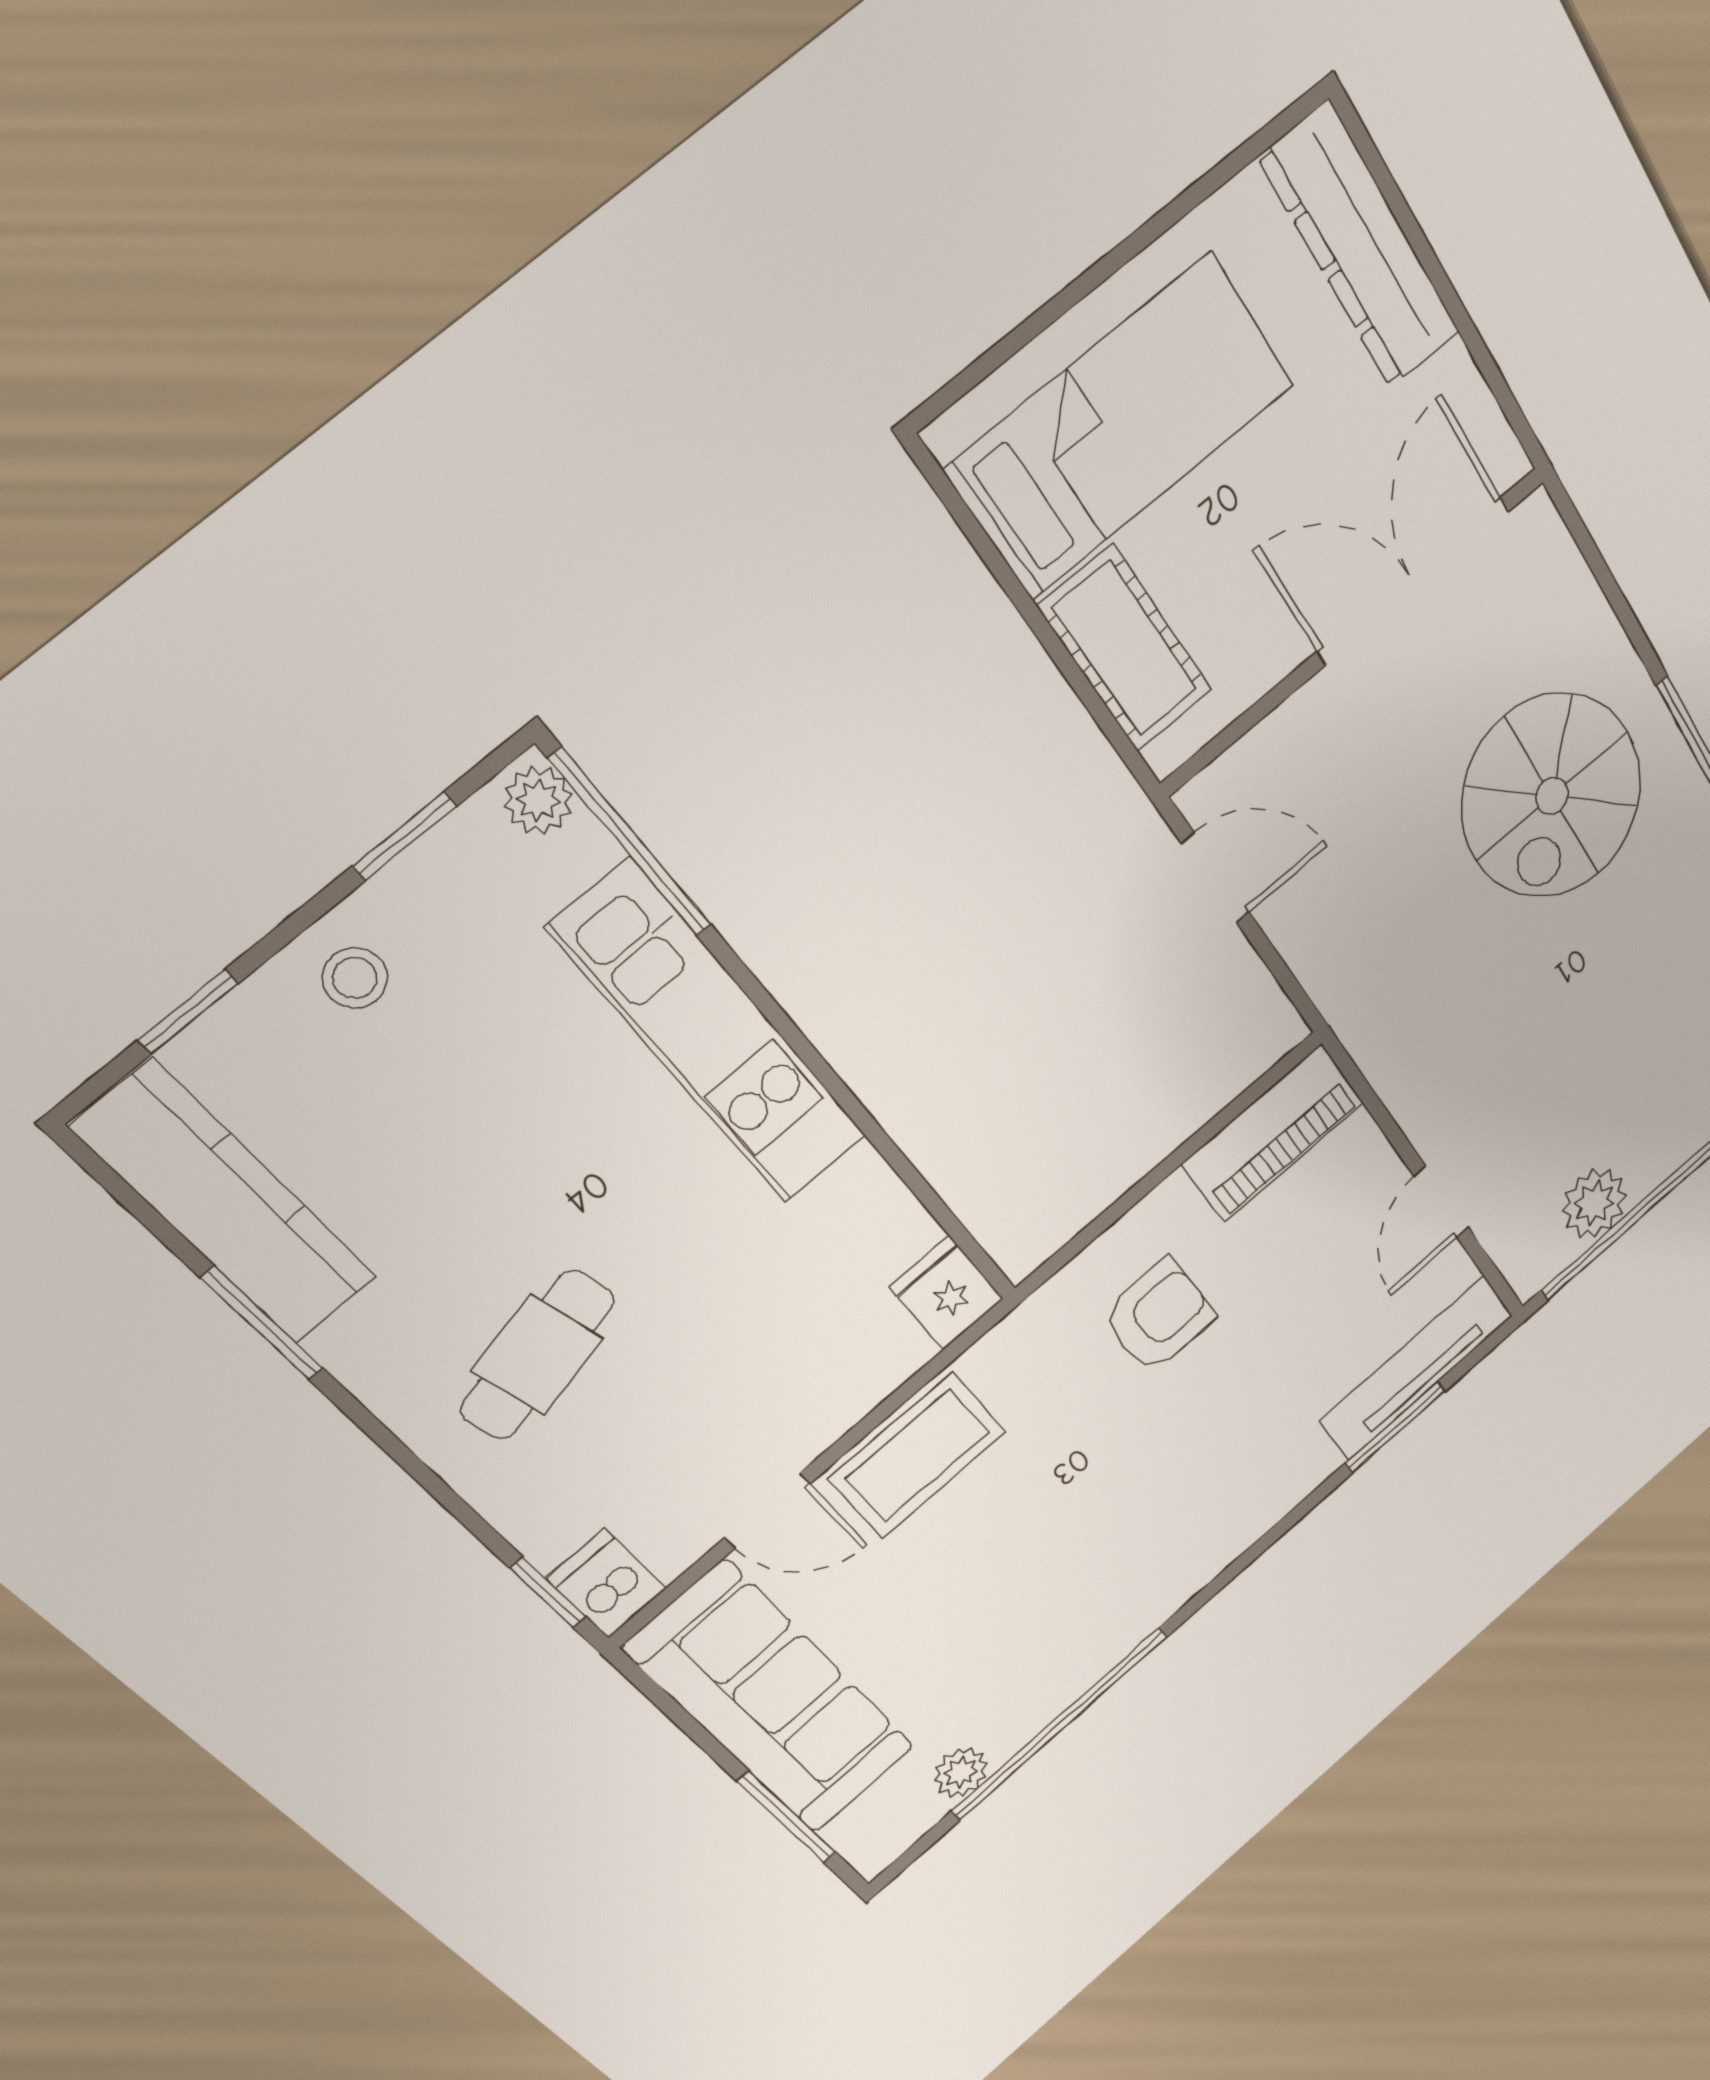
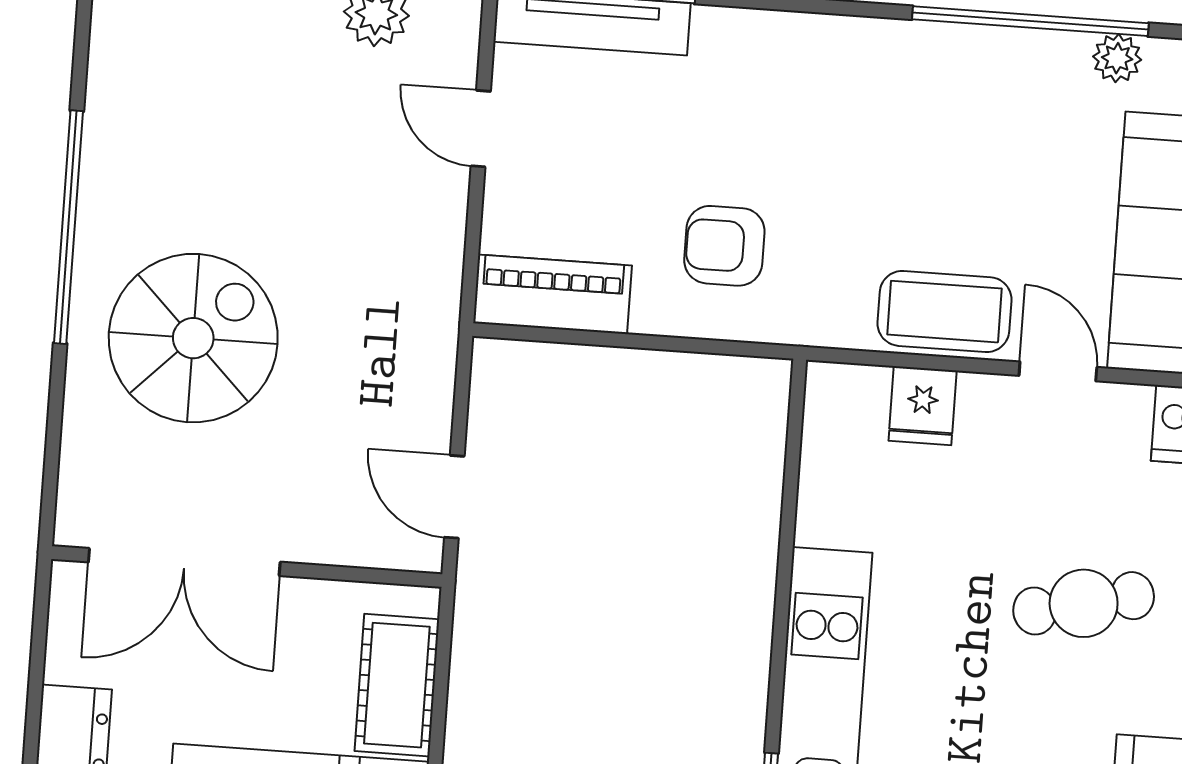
door: (1441, 1202) -> (481, 129), swing flipped
fridge: (947, 1293) -> (923, 406), moved

